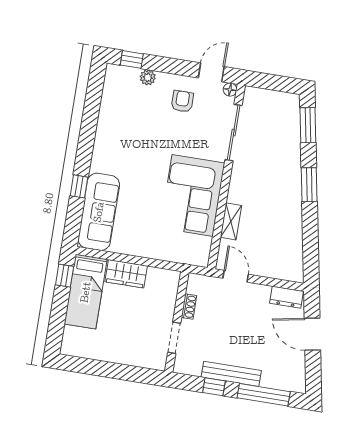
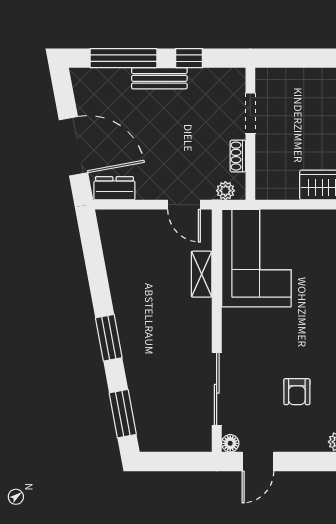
armchair: (182, 101) -> (297, 392), moved
corner sofa: (193, 195) -> (256, 258), moved
plant: (203, 282) -> (225, 191), added
door: (312, 334) -> (73, 146), width x1.36
bench: (231, 374) -> (159, 78), width x0.73

